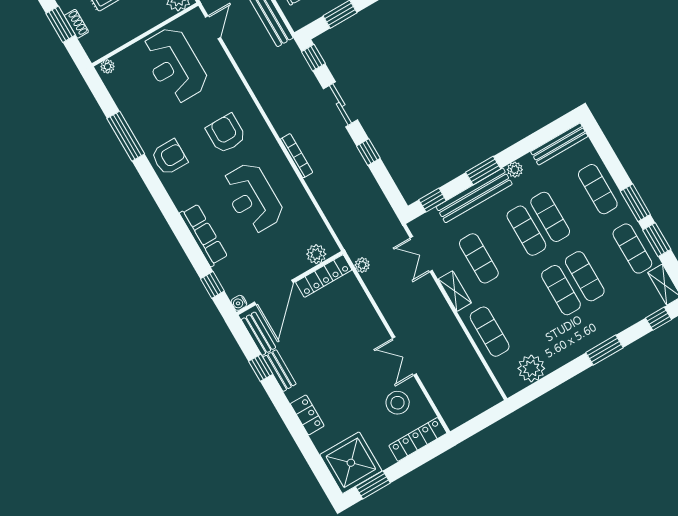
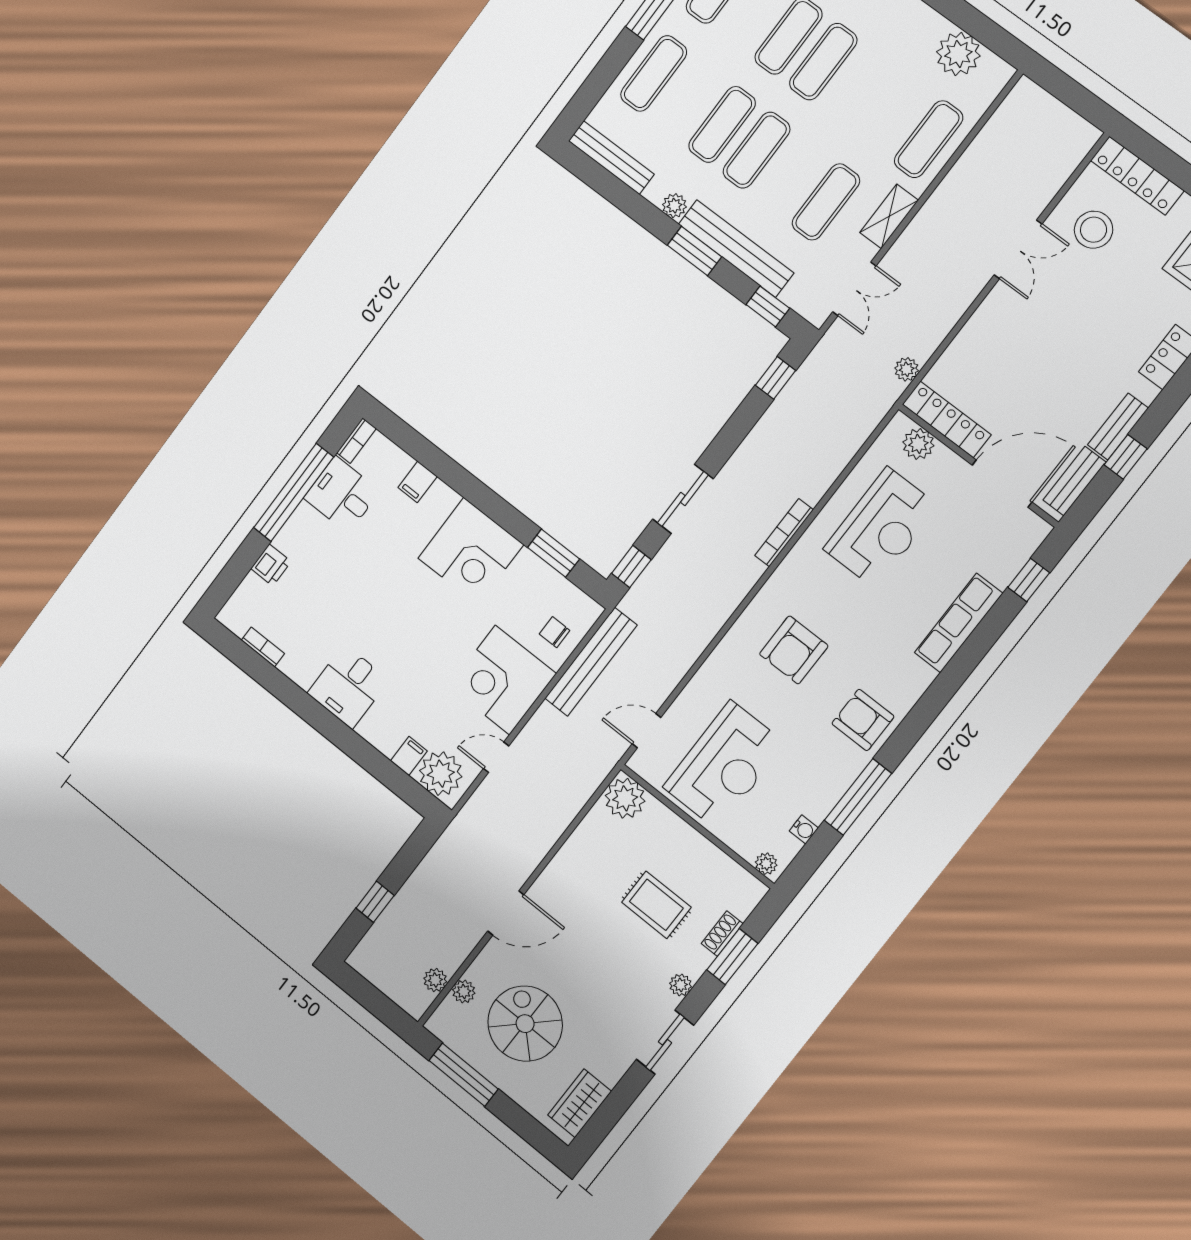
window: (368, 152) -> (775, 378), moved
reception desk: (253, 198) -> (881, 528), moved
water cooler: (239, 303) -> (804, 829), moved

